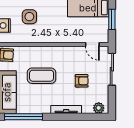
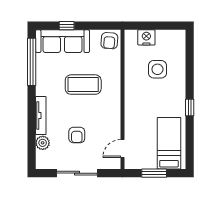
sliding door: (112, 69) -> (77, 173), moved
coffee table: (42, 76) -> (83, 85), turned 90
plant: (99, 108) -> (43, 143), moved

